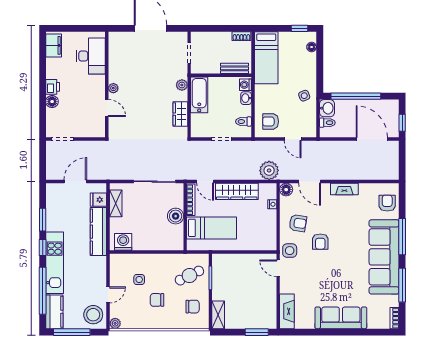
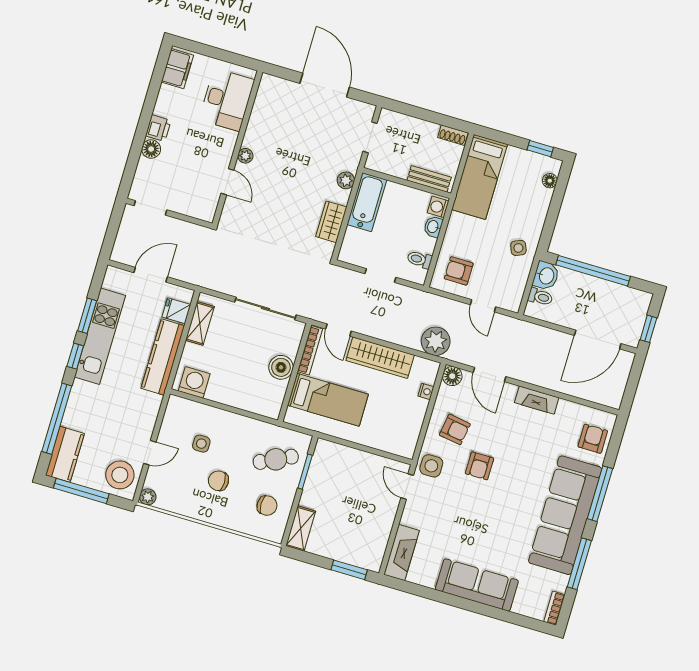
door: (372, 139) -> (598, 339), swing flipped
kitchen unit: (55, 263) -> (100, 336), moved

